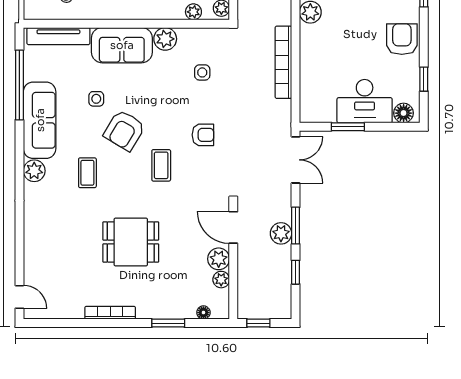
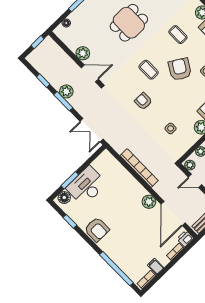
window: (348, 127) -> (70, 180), moved
armchair: (203, 135) -> (143, 101), turned 90
plant: (221, 280) -> (73, 45), removed

